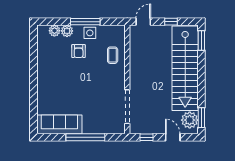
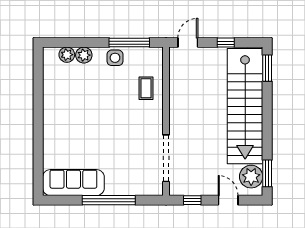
window: (85, 22) -> (129, 43), moved
armchair: (79, 51) -> (100, 83), removed

